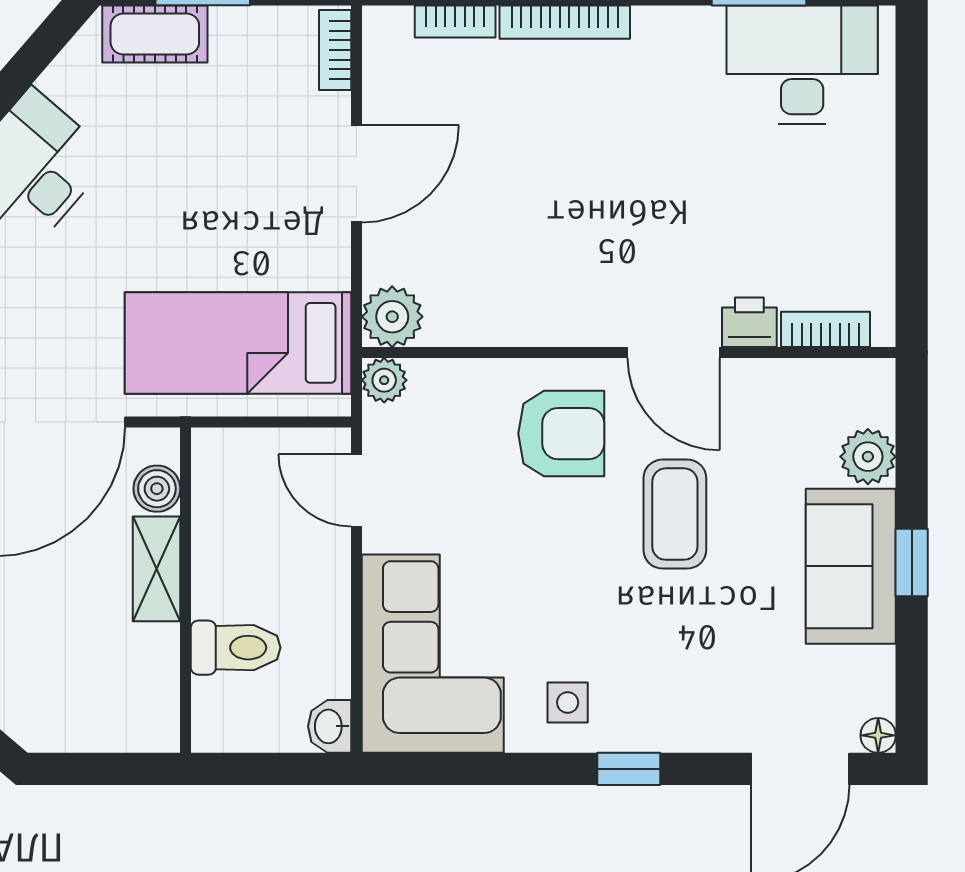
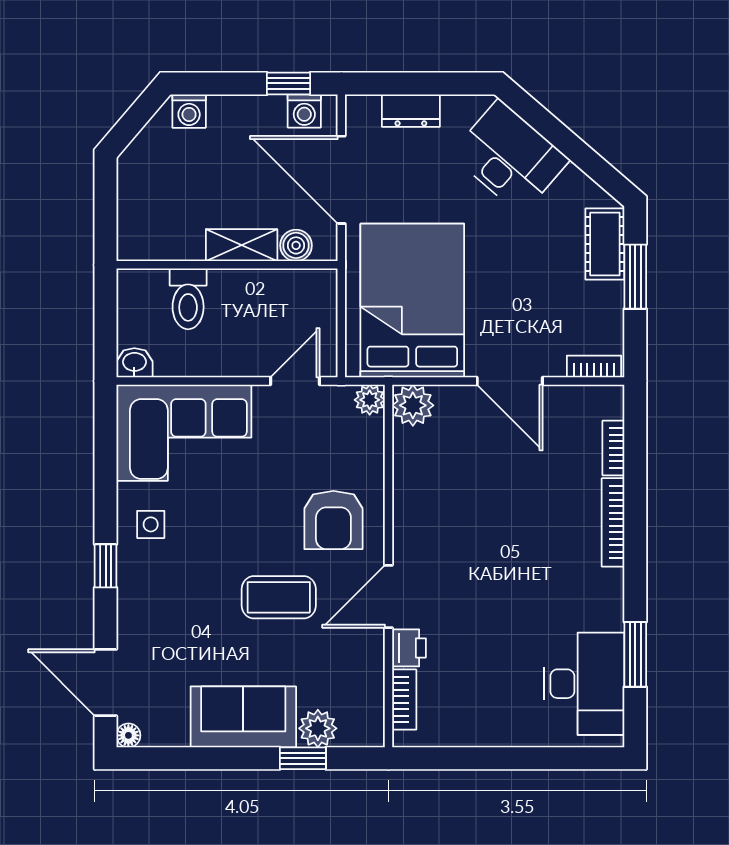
bed: (238, 343) -> (412, 301), width x1.50
window: (912, 563) -> (303, 758), moved

